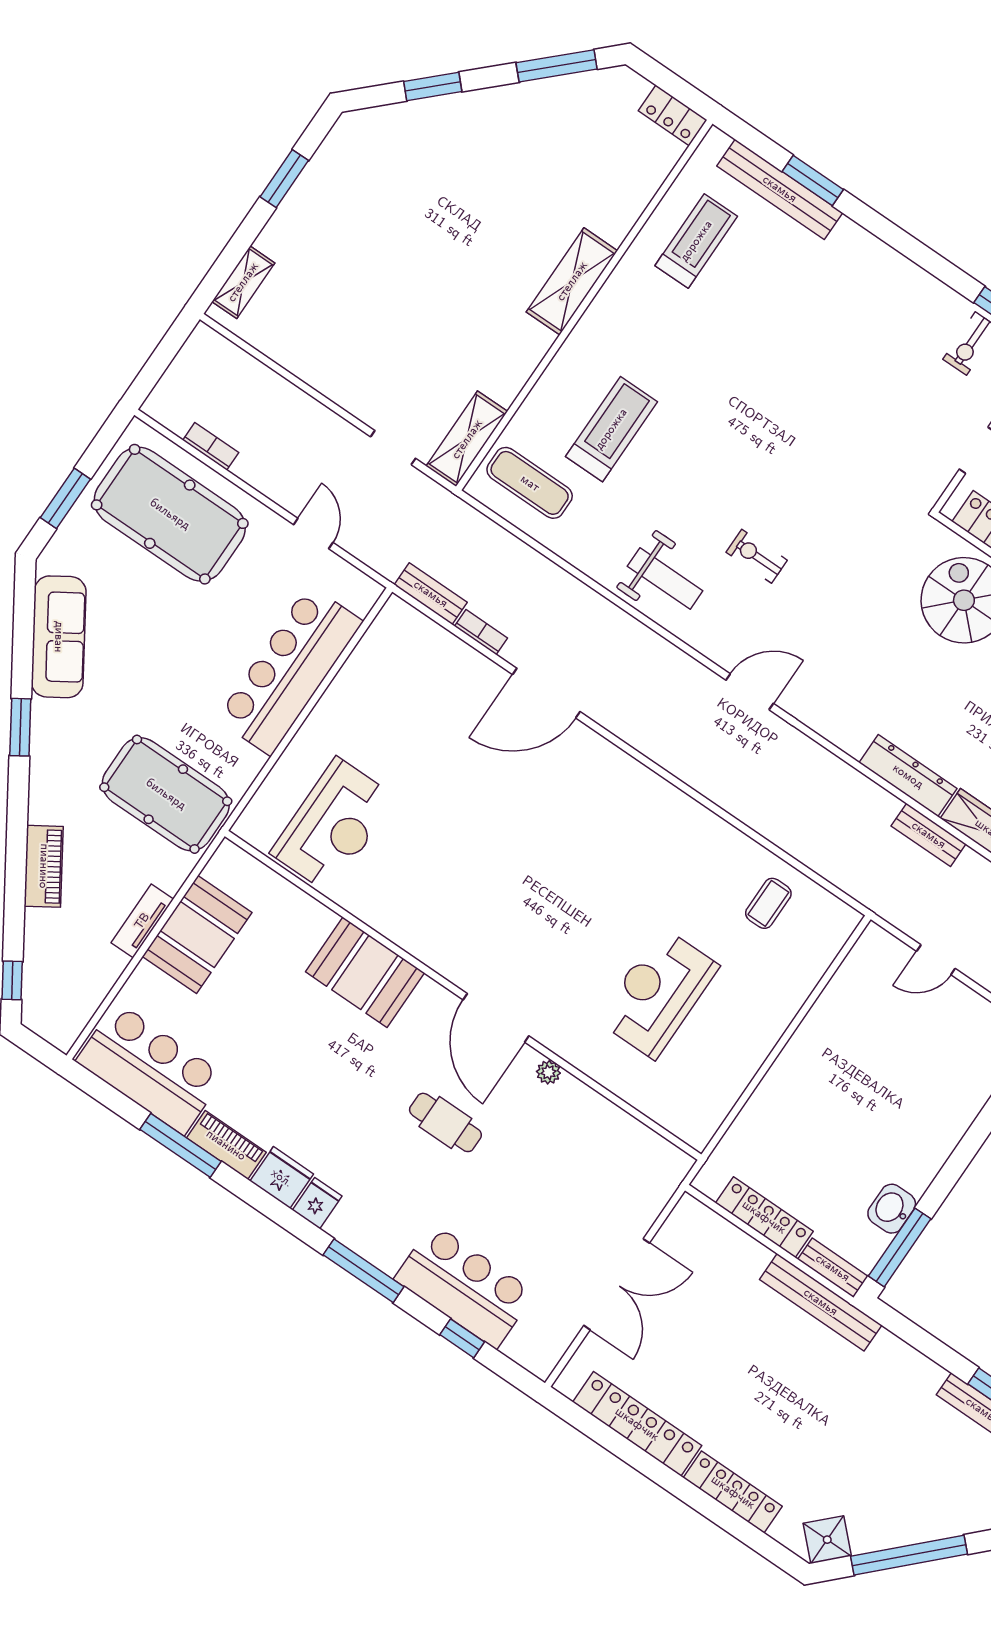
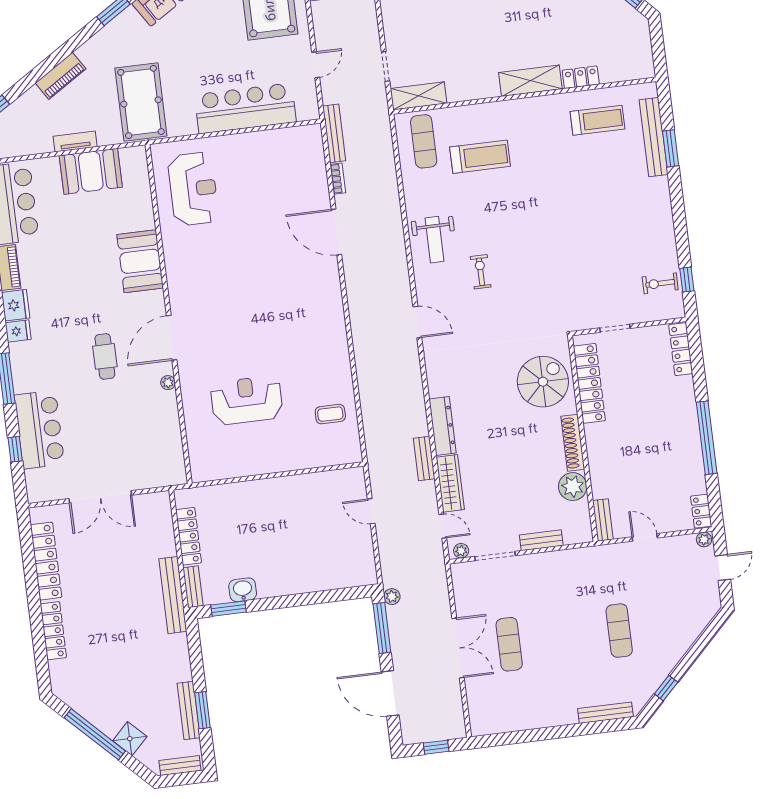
locker: (673, 115) -> (581, 77), moved, turned 90
bench: (431, 594) -> (334, 133), width x1.36
reception desk: (333, 825) -> (193, 189), turned -90
window: (900, 1247) -> (228, 609), width x0.69
shower: (827, 1540) -> (130, 739), moved

